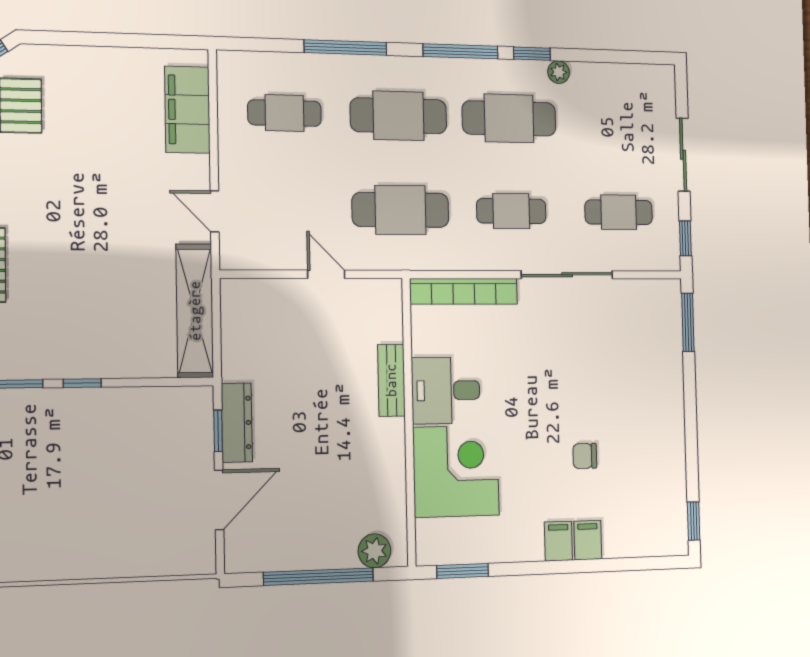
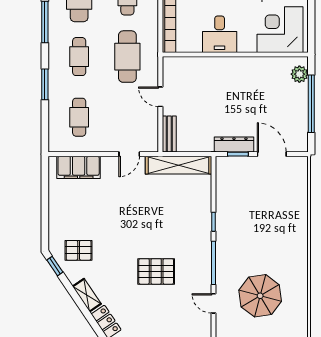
window: (345, 48) -> (45, 84), width x0.69
cafe table: (399, 116) -> (79, 57), width x0.73, depth x0.74
door: (326, 274) -> (160, 97), hinge flipped
bench: (391, 380) -> (169, 134), moved, turned 90
corner desk: (456, 471) -> (280, 30), moved
window: (463, 571) -> (311, 27), removed

